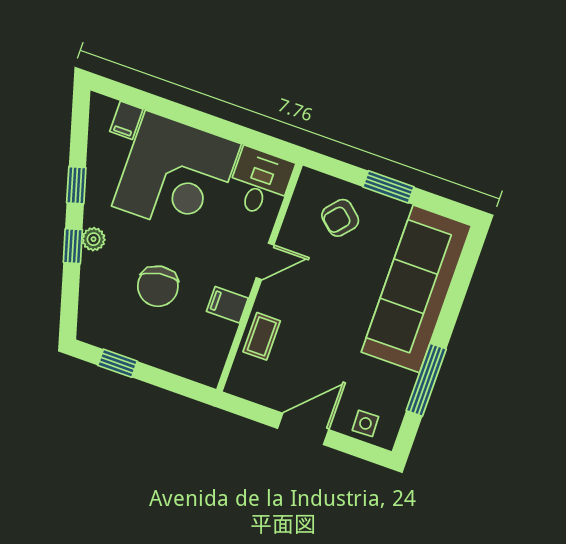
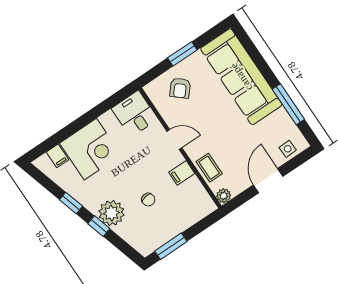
corner desk: (176, 175) -> (90, 149), width x0.74, depth x0.74
plant: (94, 239) -> (111, 213), width x1.88, depth x1.88
door: (265, 261) -> (174, 139), hinge flipped
chair: (158, 286) -> (148, 200), width x0.54, depth x0.54
window: (118, 363) -> (171, 246), width x1.50
plant: (238, 384) -> (224, 196), added

